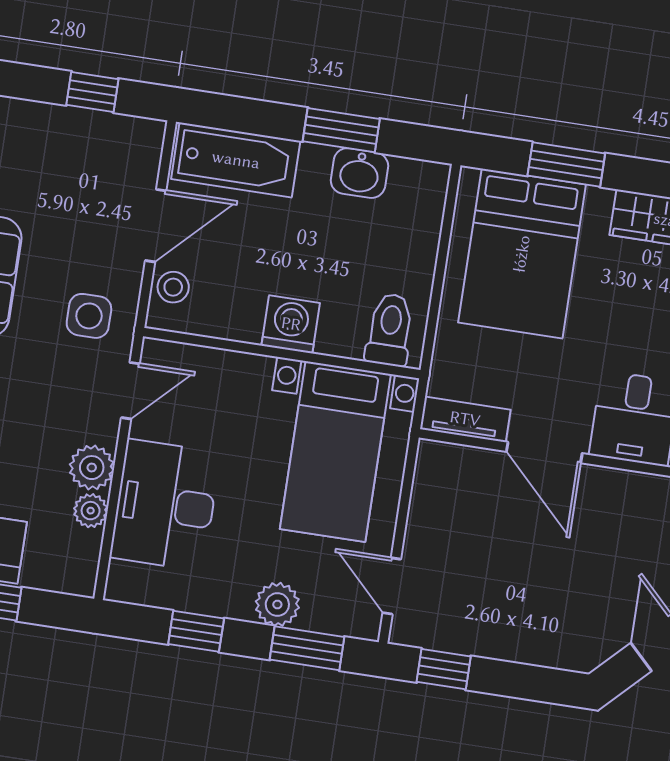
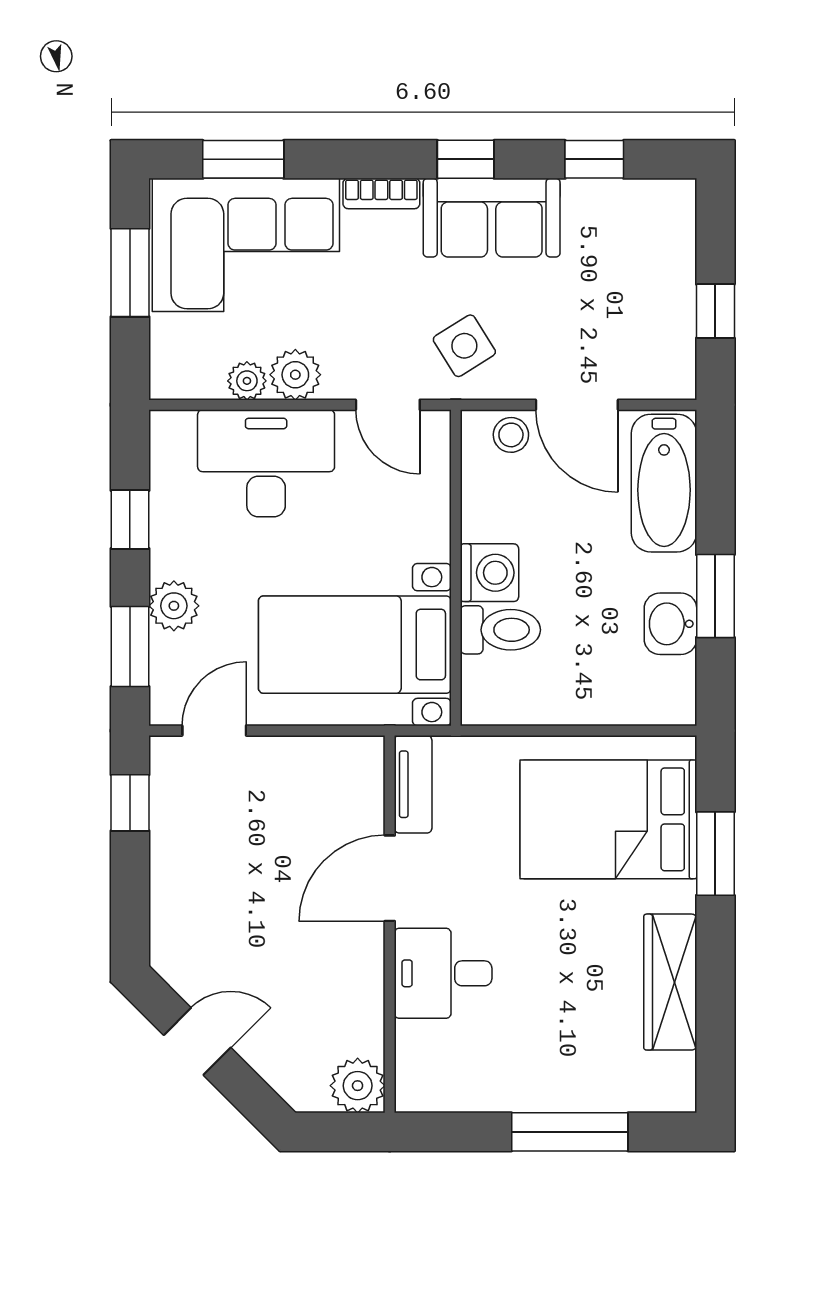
side table: (89, 316) -> (464, 346), turned -32
toilet: (390, 330) -> (500, 630), moved

